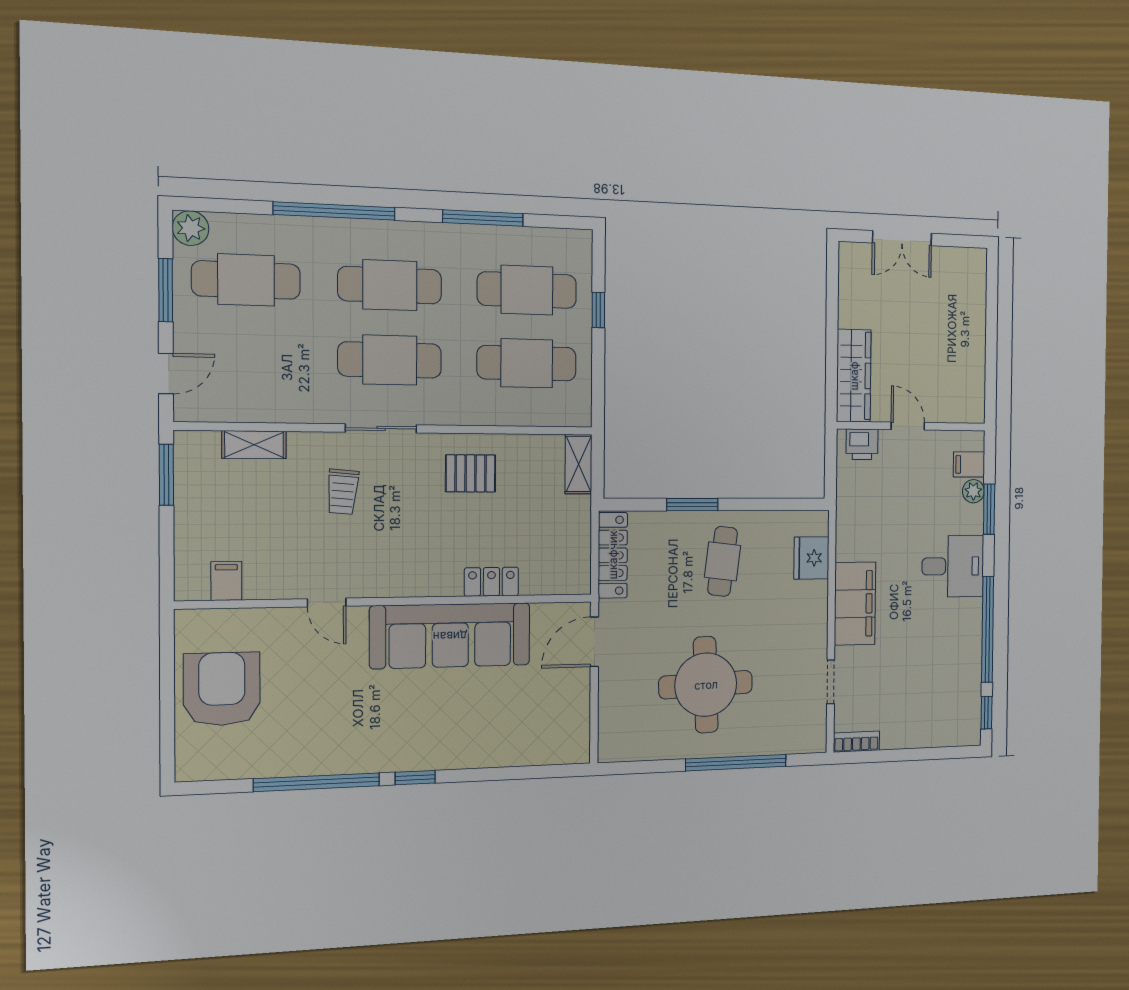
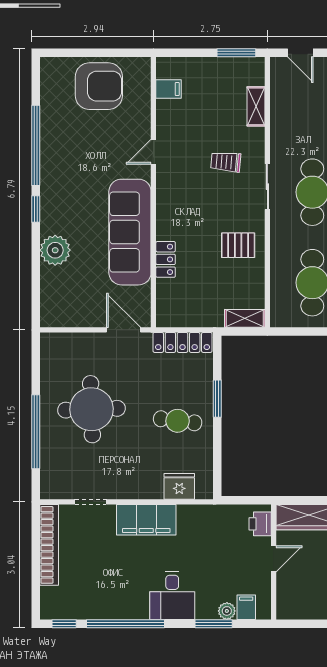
pallet: (471, 473) -> (238, 245), turned 90
bookcase: (856, 742) -> (49, 545), width x2.31, depth x1.31
plant: (477, 746) -> (55, 250), added

